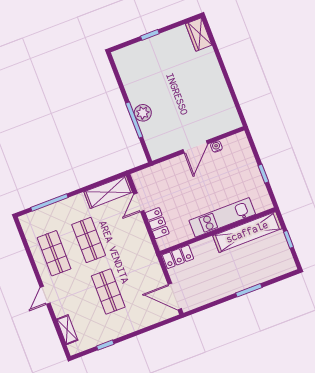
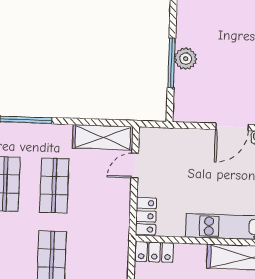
locker: (157, 223) -> (146, 216), moved

